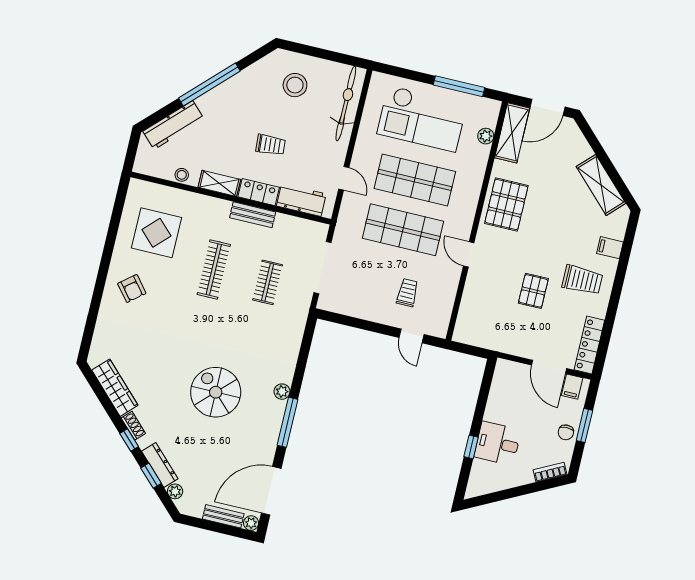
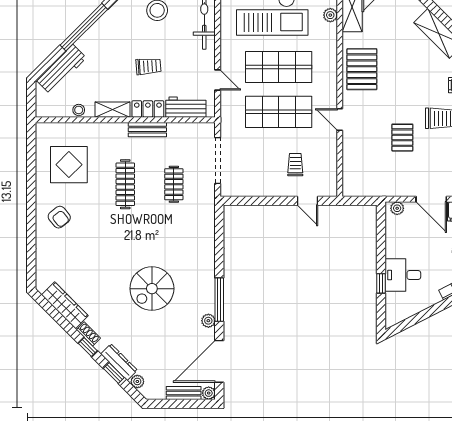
plant: (509, 368) -> (397, 208), added
spiral stairs: (216, 392) -> (152, 289), turned -90
plant: (282, 392) -> (208, 321), moved

